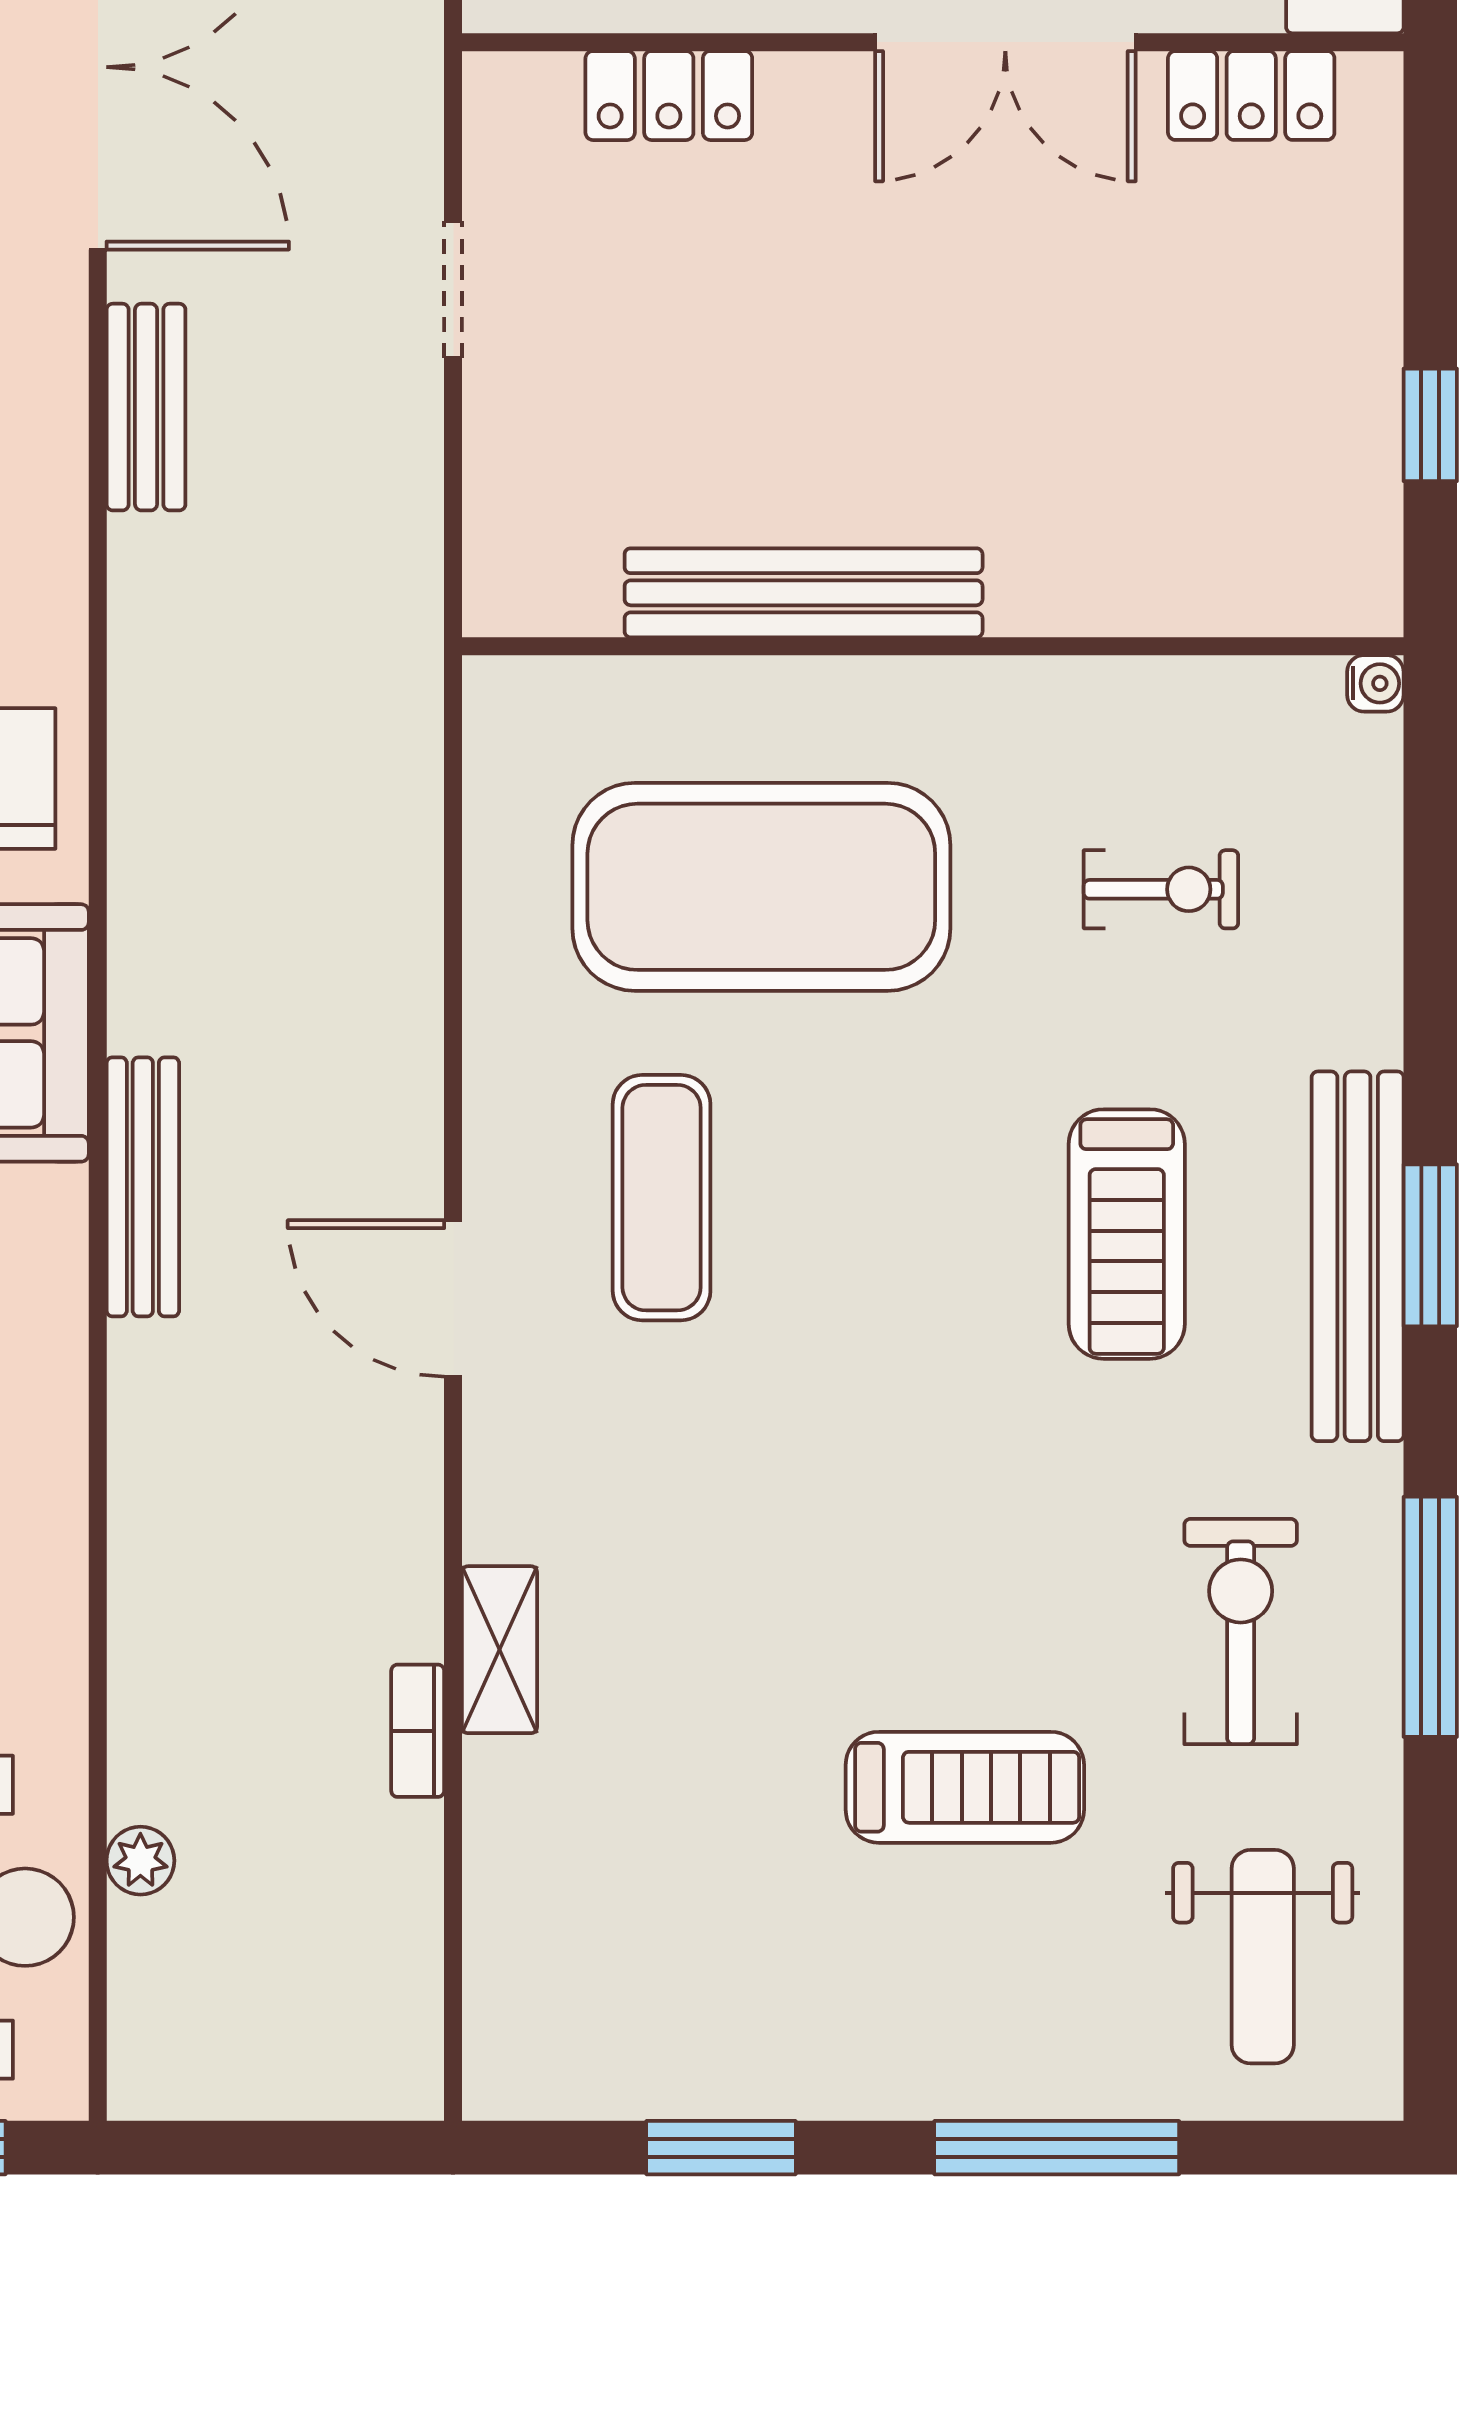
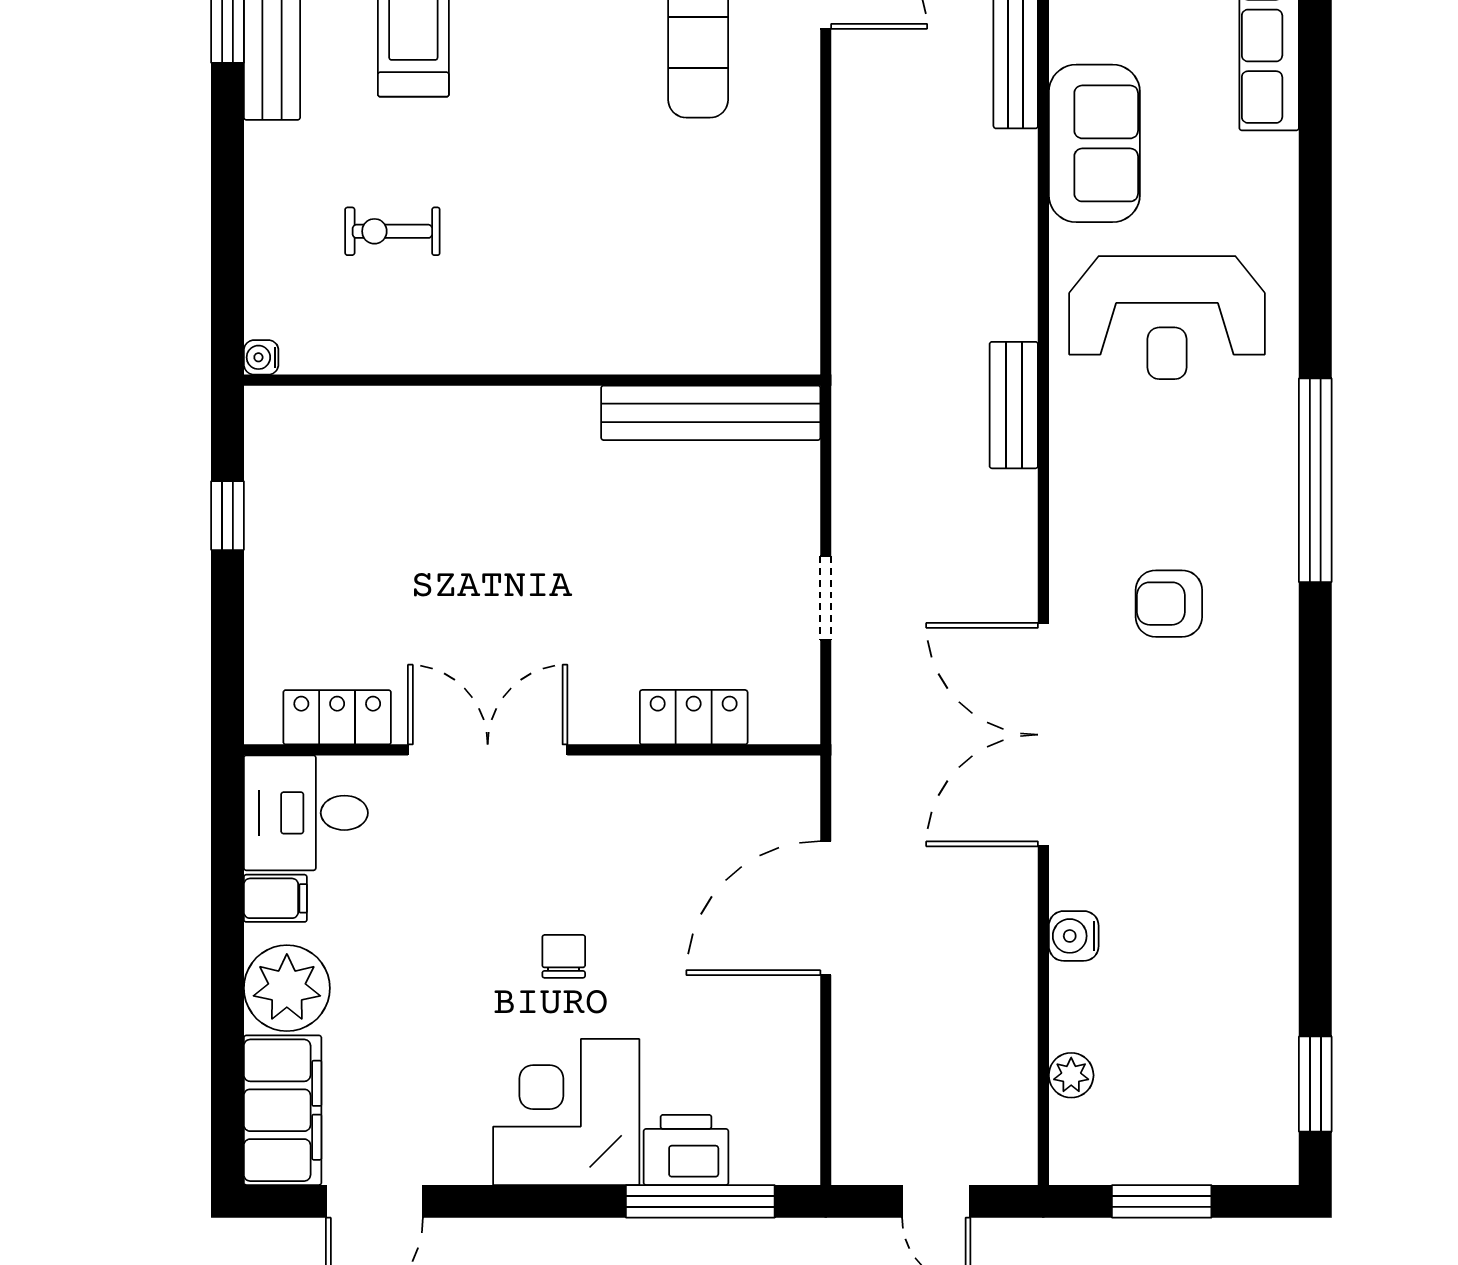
bench: (146, 407) -> (1014, 405), moved
bench: (804, 593) -> (711, 413), moved
exercise mat: (761, 887) -> (637, 233), removed

